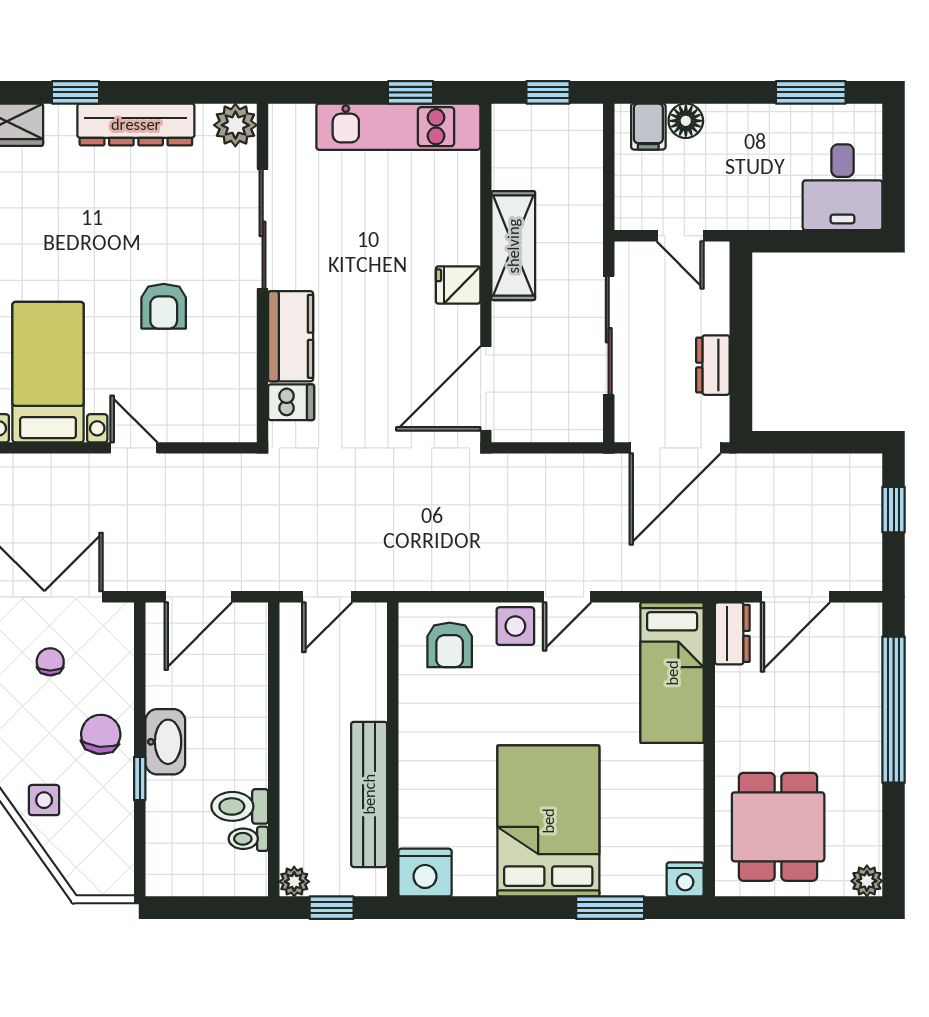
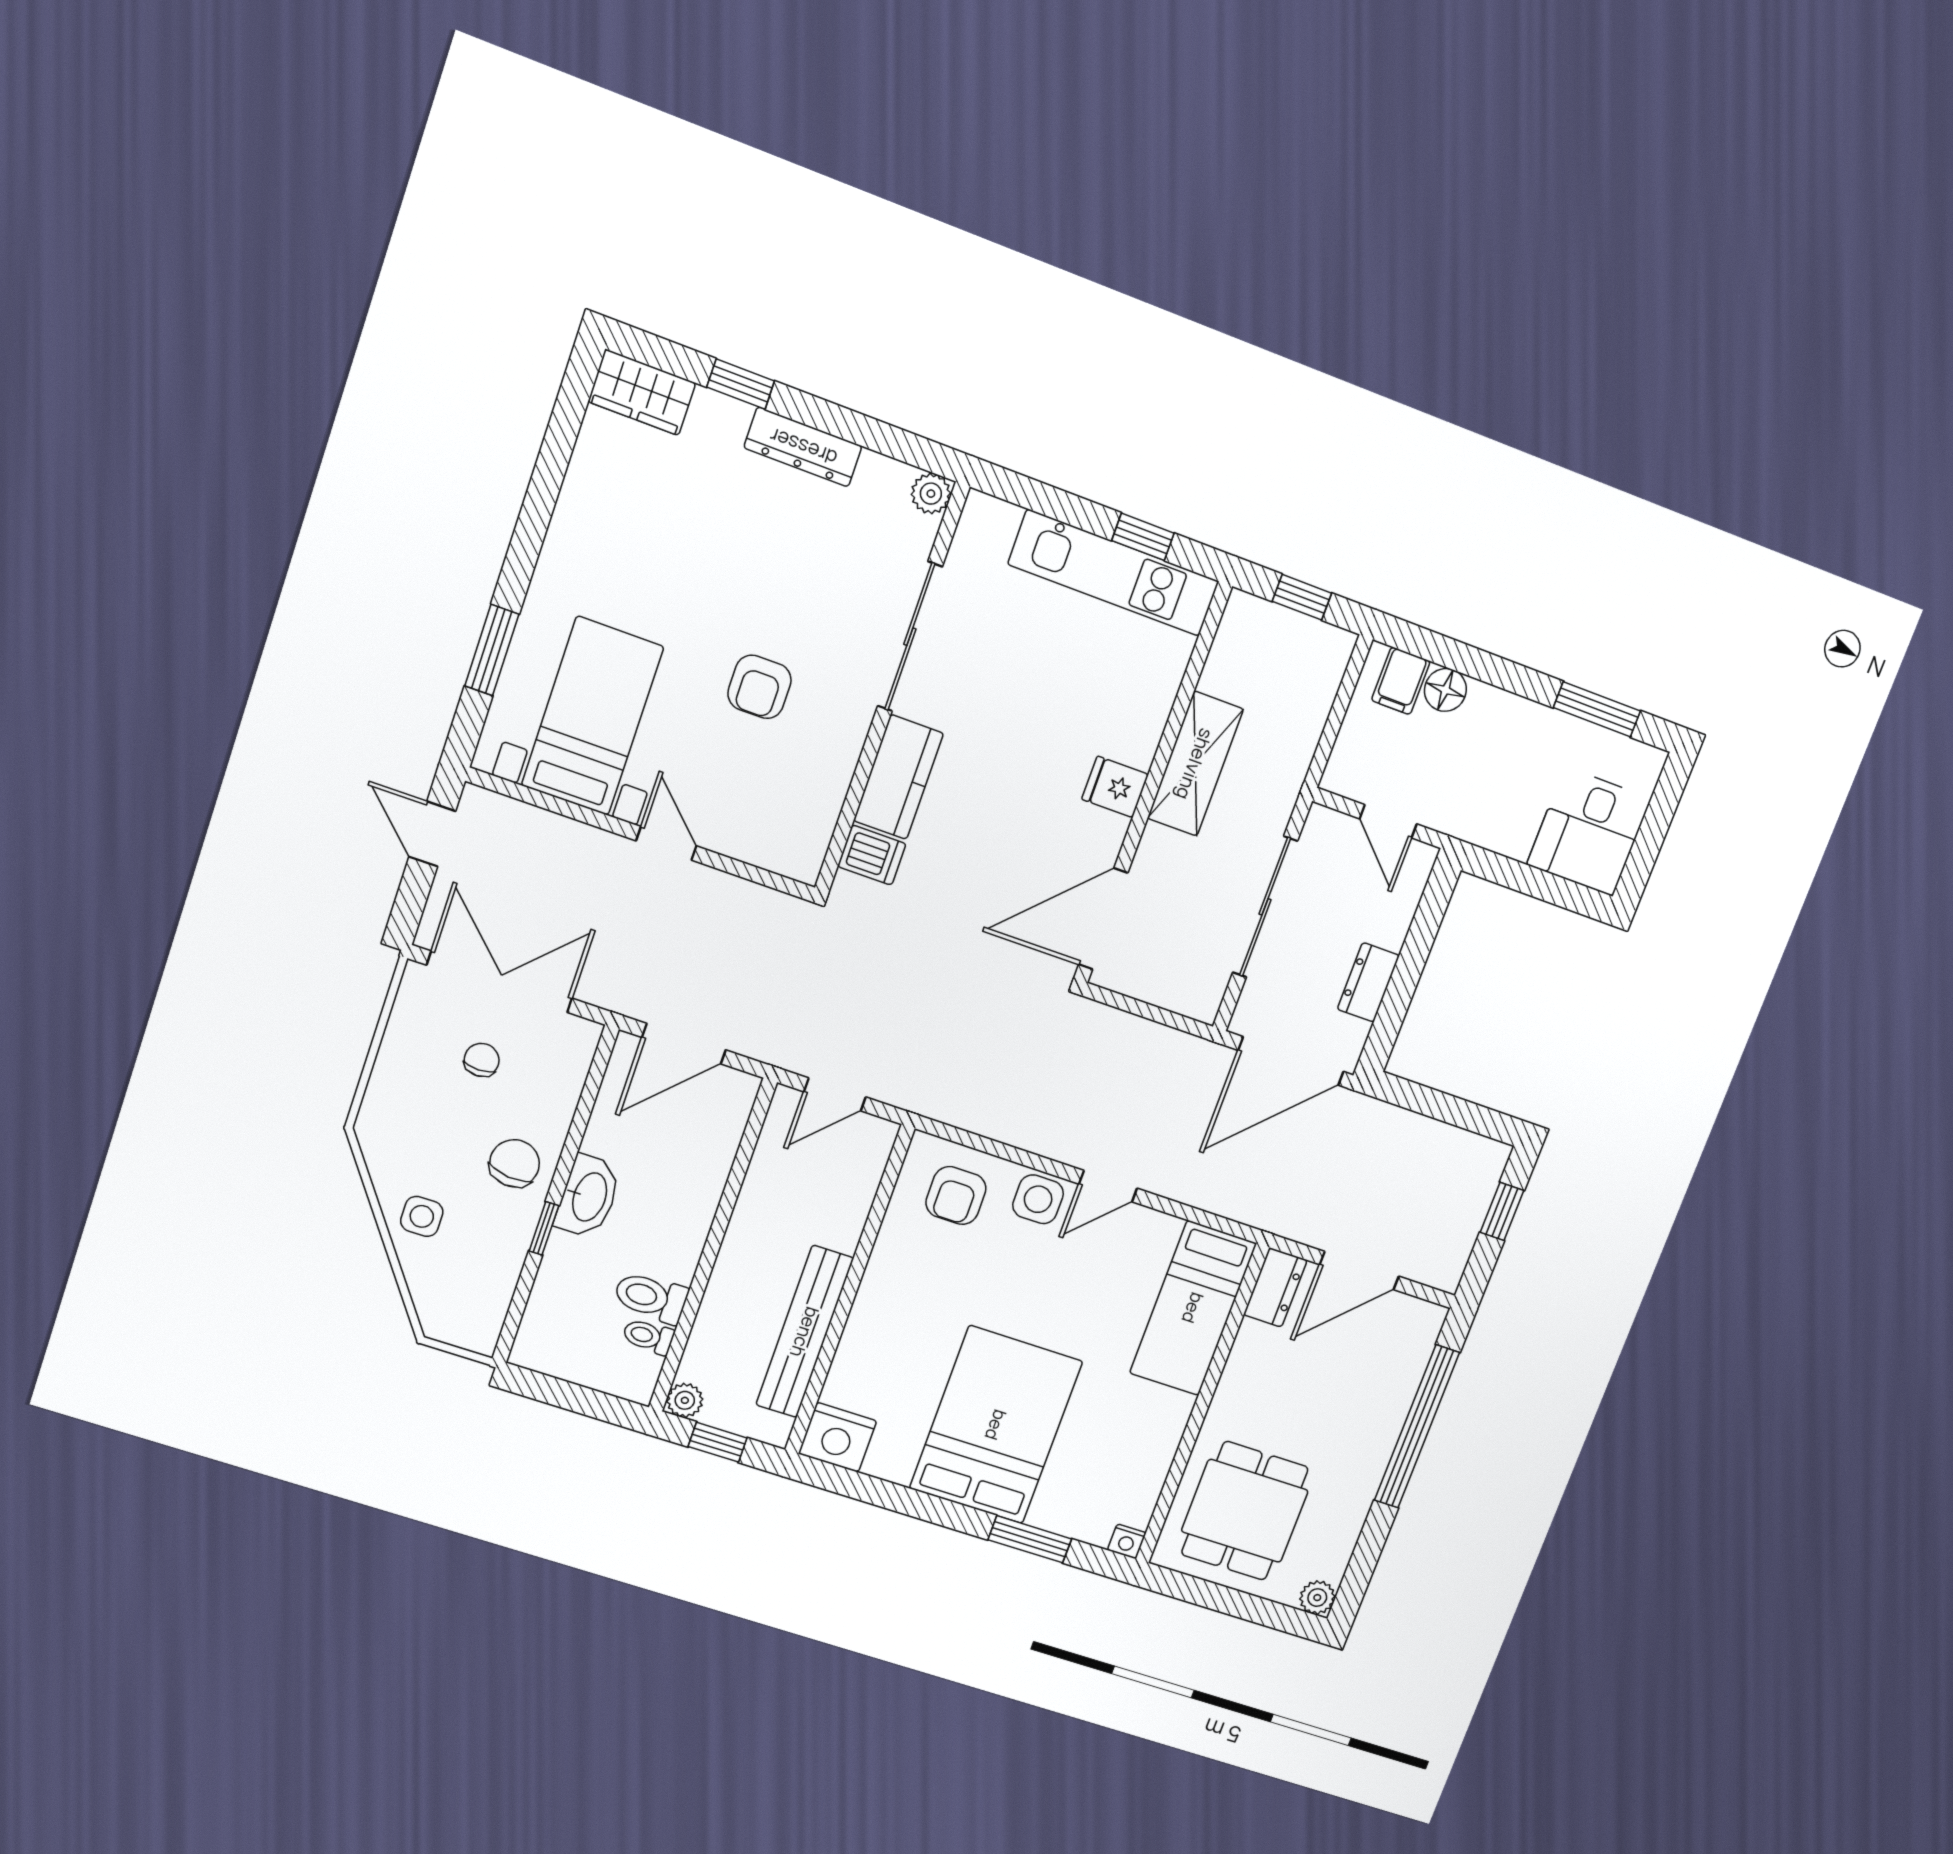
dresser: (136, 124) -> (803, 447), width x0.73, depth x0.80
plant: (235, 125) -> (931, 494), width x0.73, depth x0.73
nightstand: (685, 879) -> (1127, 1541), width x0.72, depth x0.74

